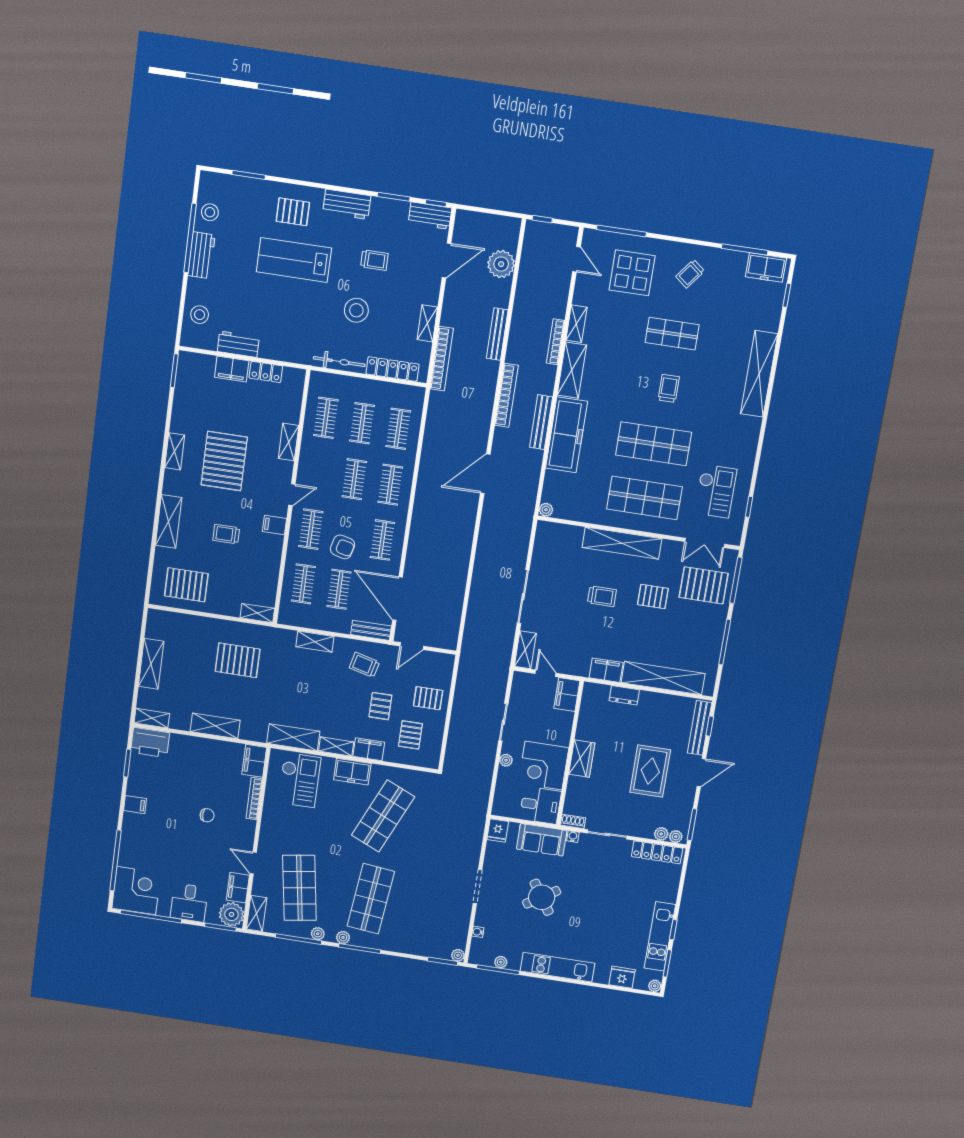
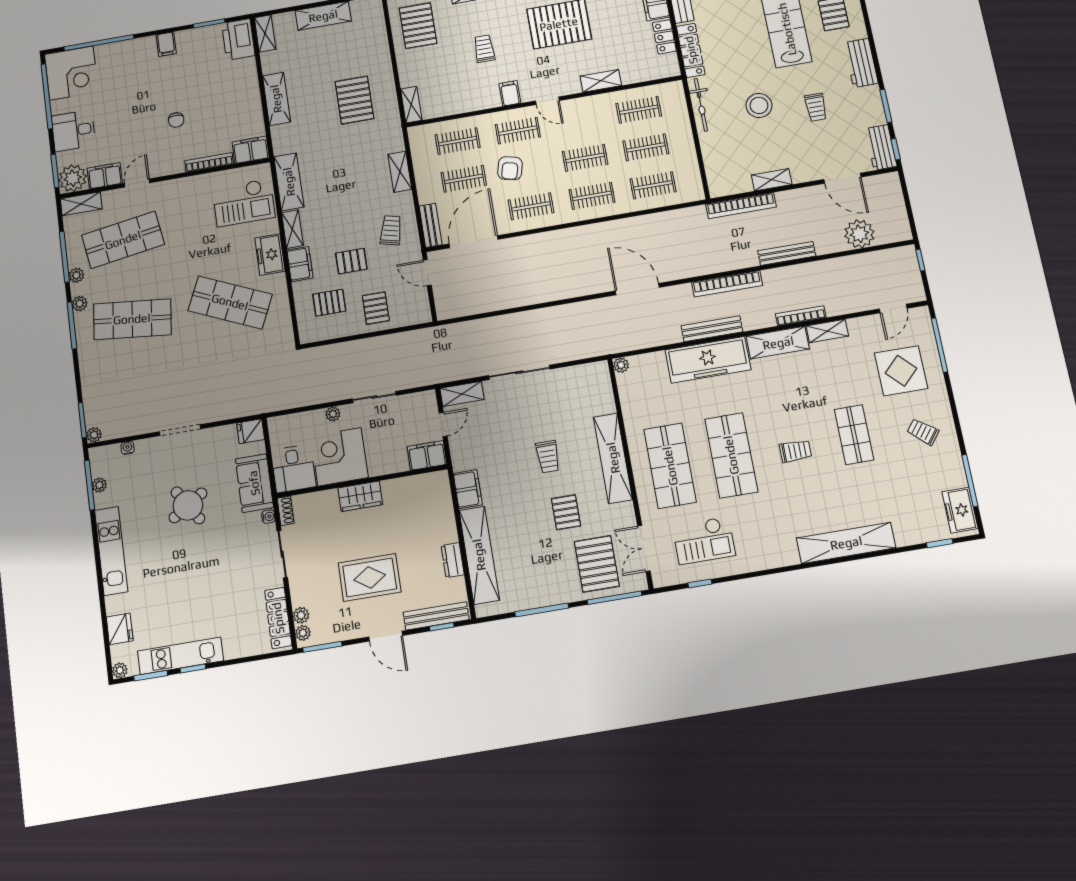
locker: (392, 369) -> (691, 50), moved
dresser: (624, 695) -> (453, 560), moved

